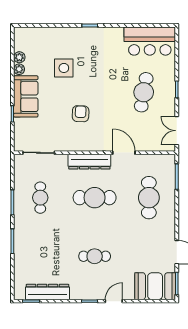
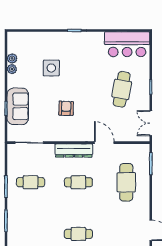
sofa: (26, 96) -> (18, 106), moved
cafe table: (40, 198) -> (31, 182), turned 90
cafe table: (95, 198) -> (78, 182), width x0.73, depth x0.74

